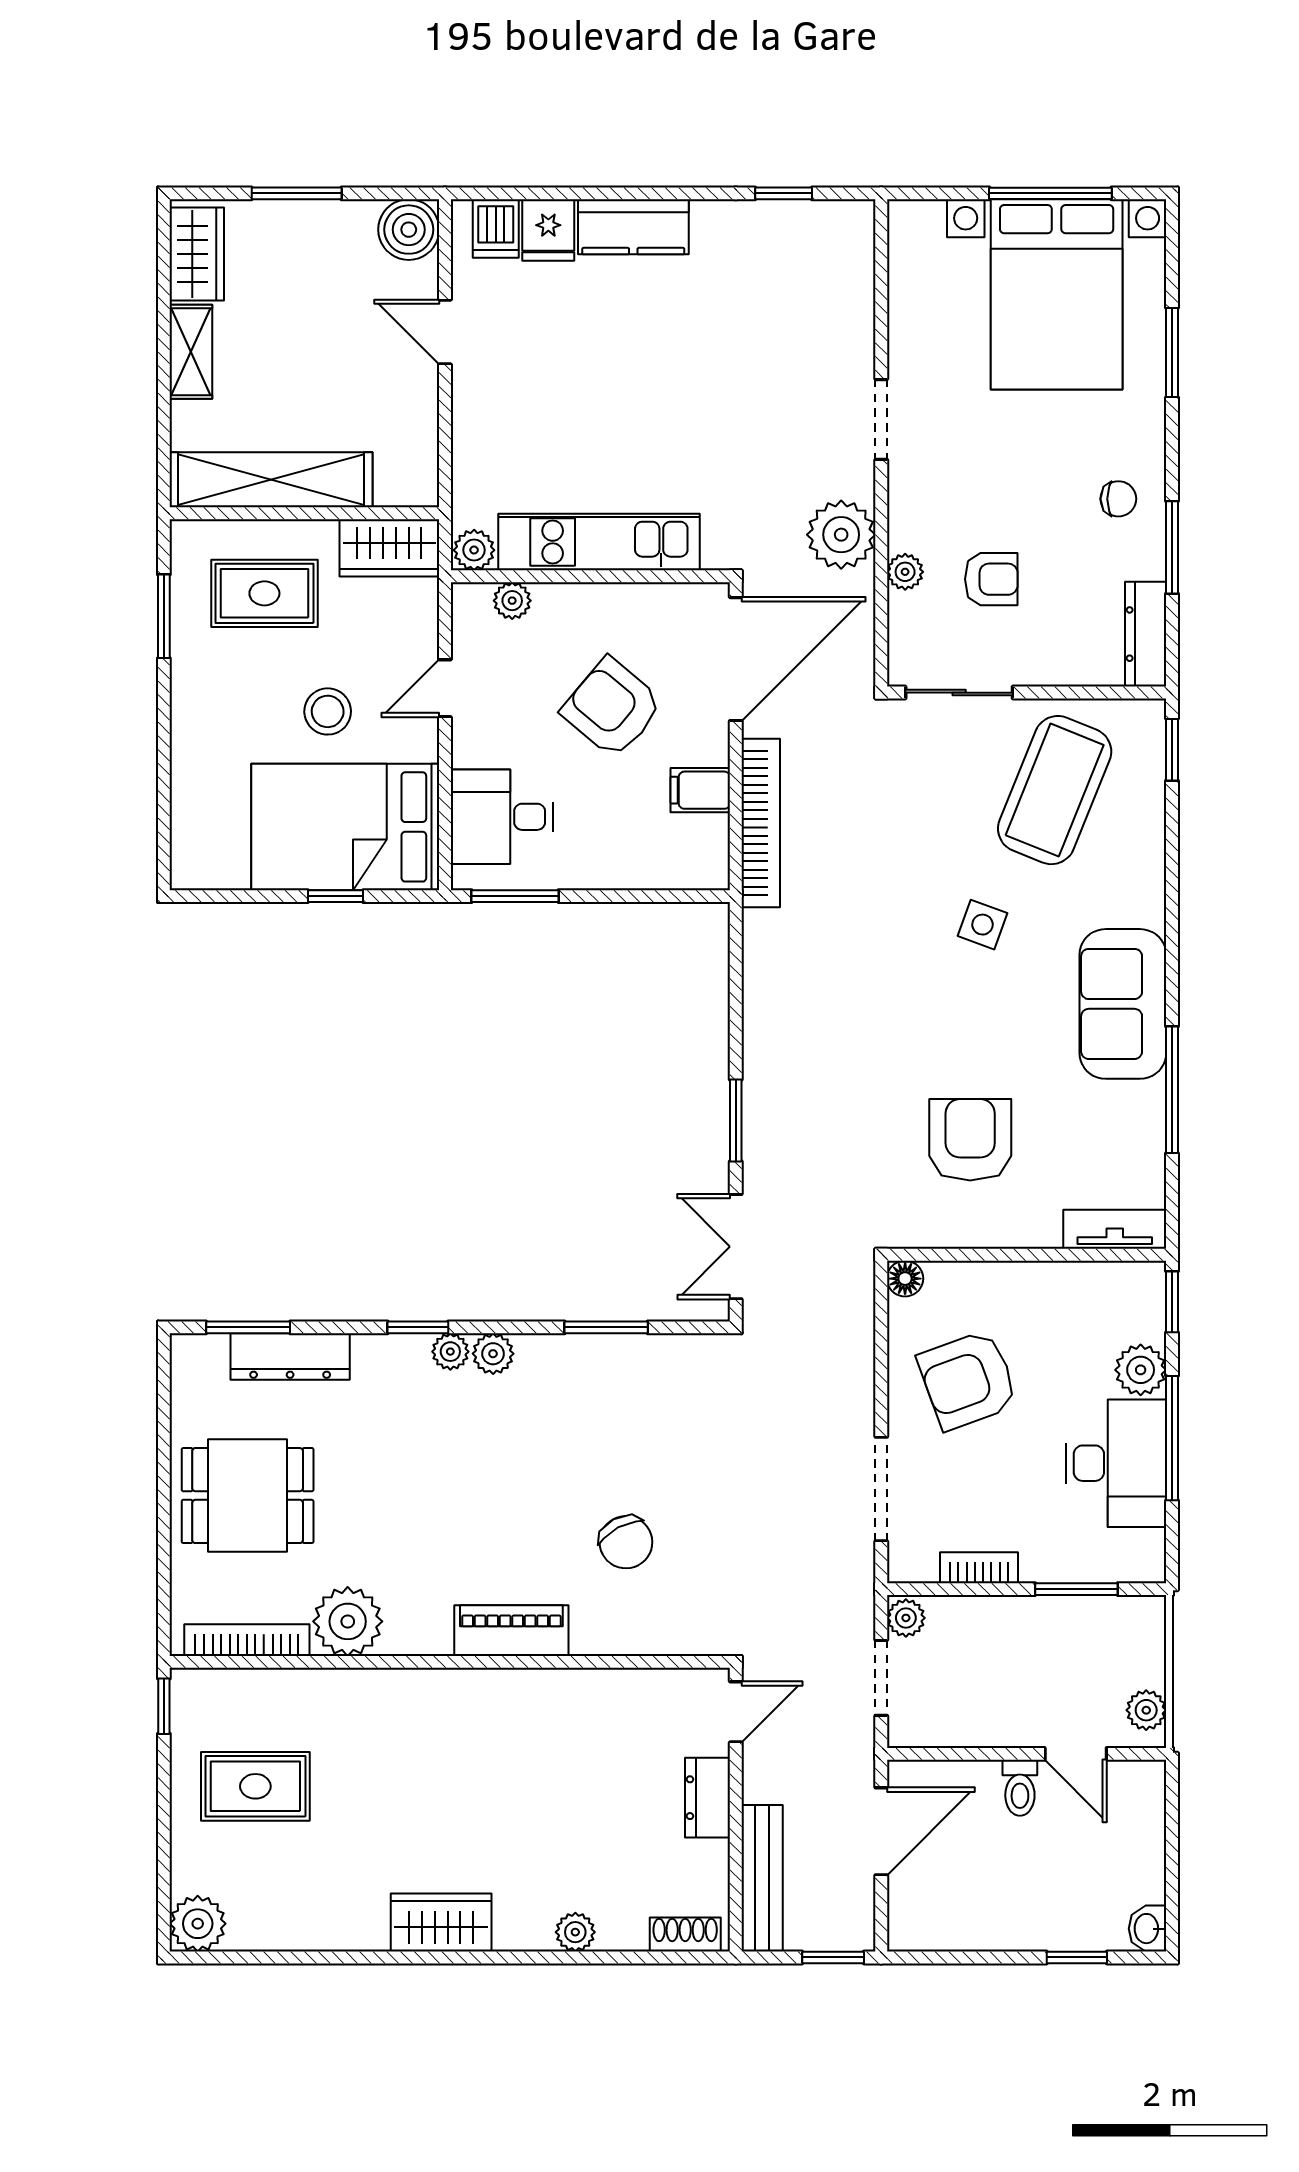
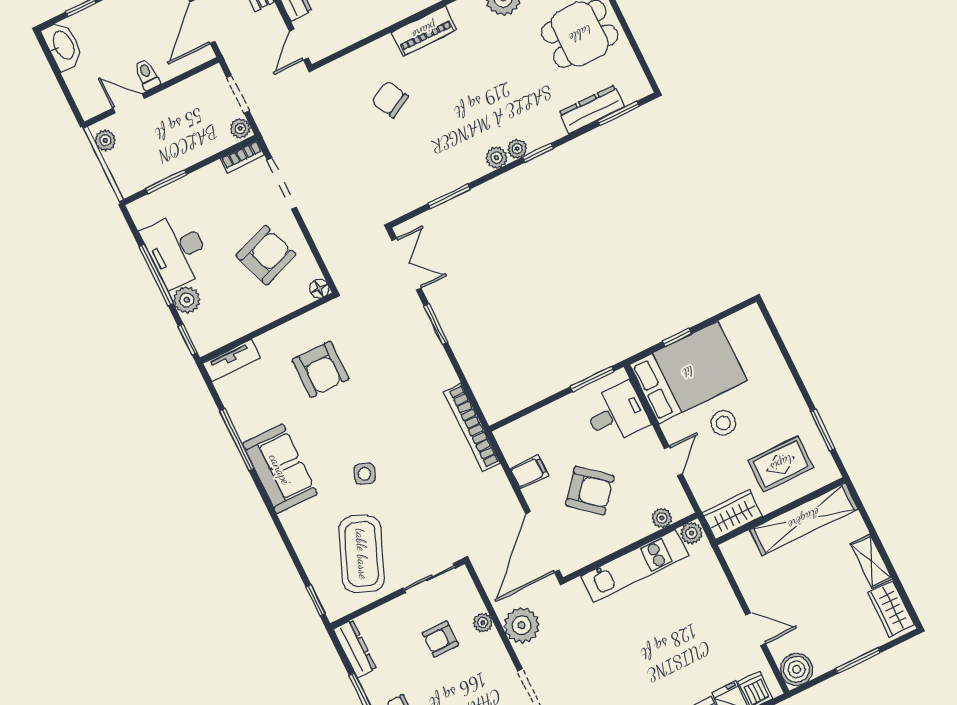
bookcase: (761, 823) -> (472, 427), moved
bookcase: (979, 1568) -> (242, 157), moved
washbasin: (1147, 1929) -> (63, 46), width x1.91, depth x1.45

